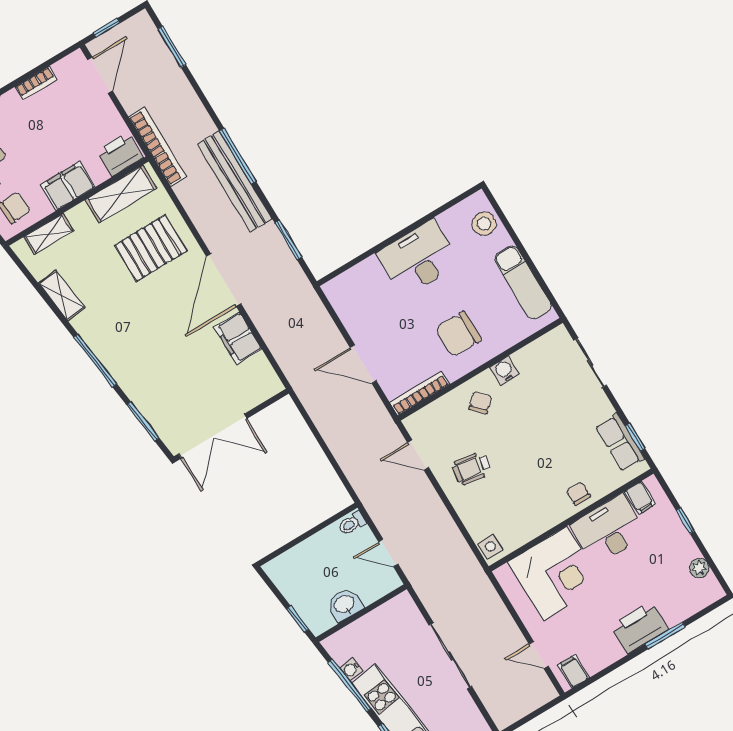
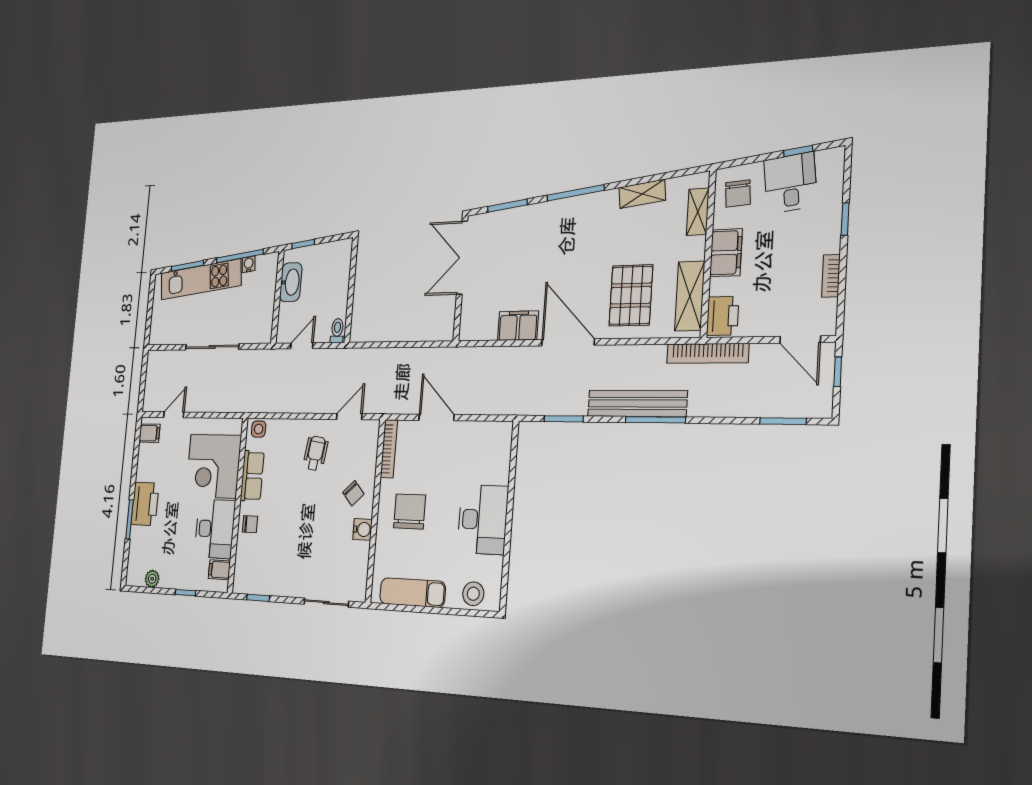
door: (363, 364) -> (437, 417), hinge flipped
row of seats: (620, 443) -> (252, 476), moved, turned 90
washbasin: (345, 605) -> (291, 282), width x1.38

